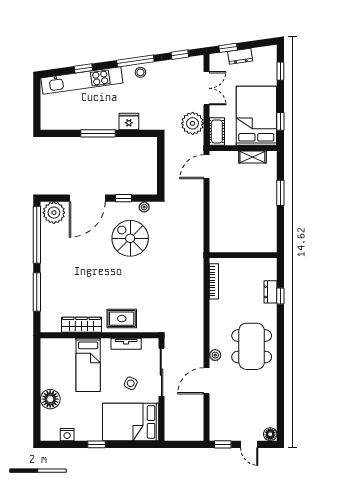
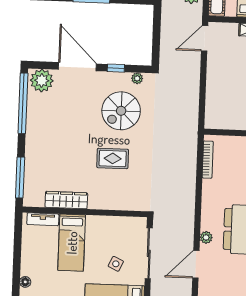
door: (87, 198) -> (77, 67), swing flipped
spiral stairs: (130, 238) -> (121, 111), turned -90
window: (37, 292) -> (20, 178), moved
rug: (122, 319) -> (113, 158), moved
tv unit: (126, 344) -> (43, 219), moved
floor lamp: (50, 399) -> (25, 282), width x0.53, depth x0.53

